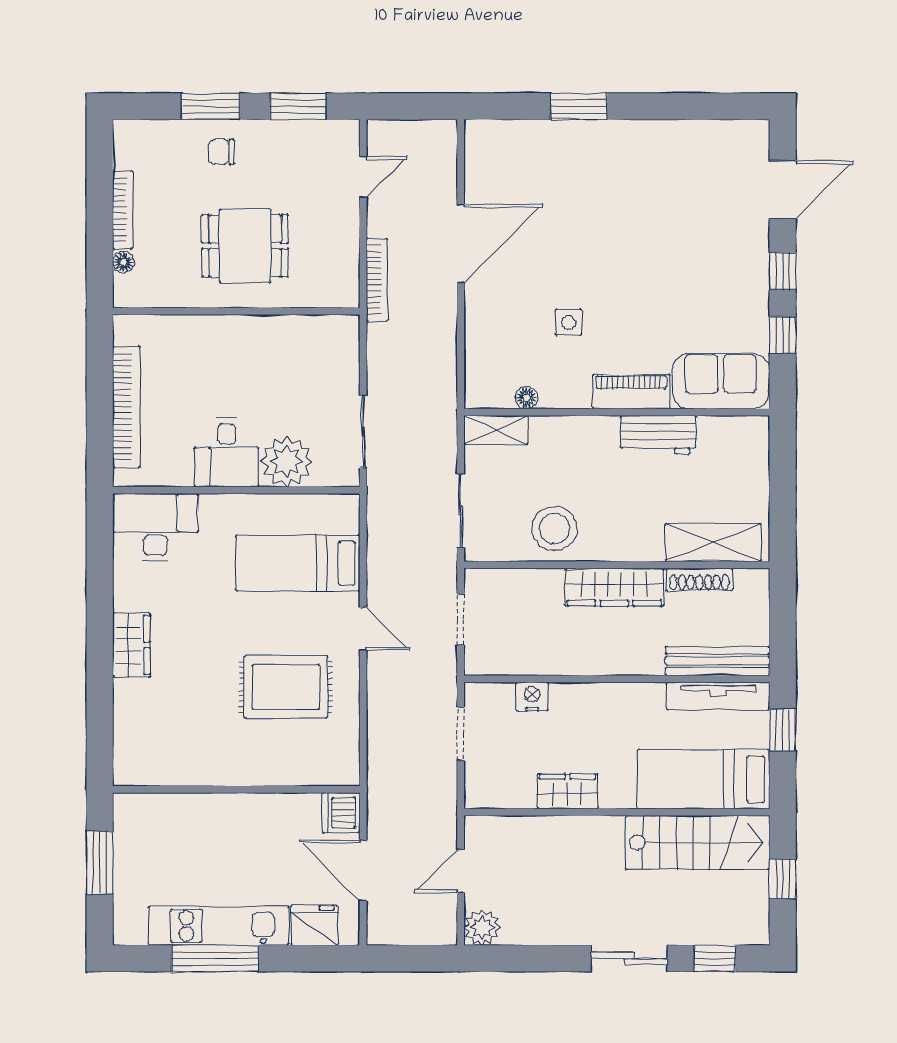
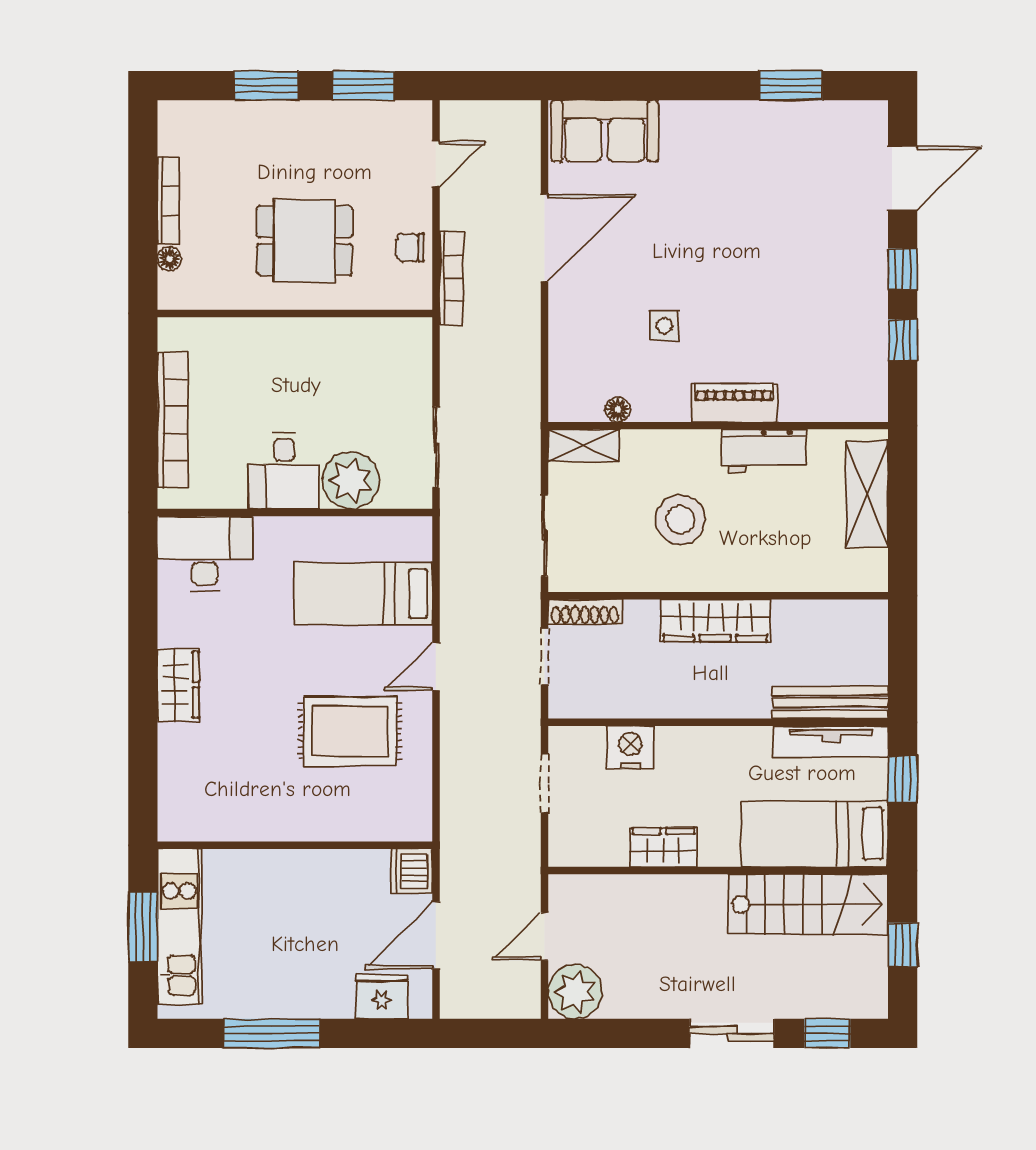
window: (579, 106) -> (791, 86), moved
chair: (221, 152) -> (410, 248), moved
sofa: (721, 381) -> (605, 131), moved, turned 180
stool: (555, 529) -> (680, 520), moved
shelving: (713, 543) -> (867, 494), moved, turned 90
shoe rack: (699, 579) -> (585, 612), moved
door: (363, 629) -> (436, 666), swing flipped
nightstand: (532, 697) -> (630, 747), width x1.36, depth x1.33
door: (363, 870) -> (436, 935), hinge flipped
kitchen unit: (218, 926) -> (179, 927), moved, turned 90
plant: (482, 928) -> (575, 992), width x1.36, depth x1.36

